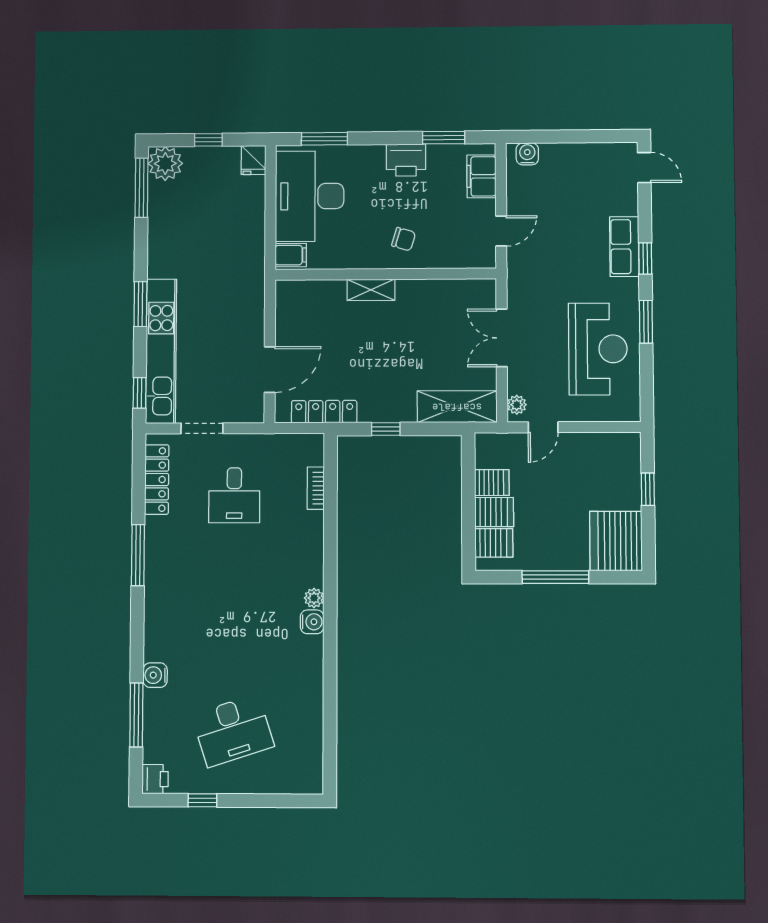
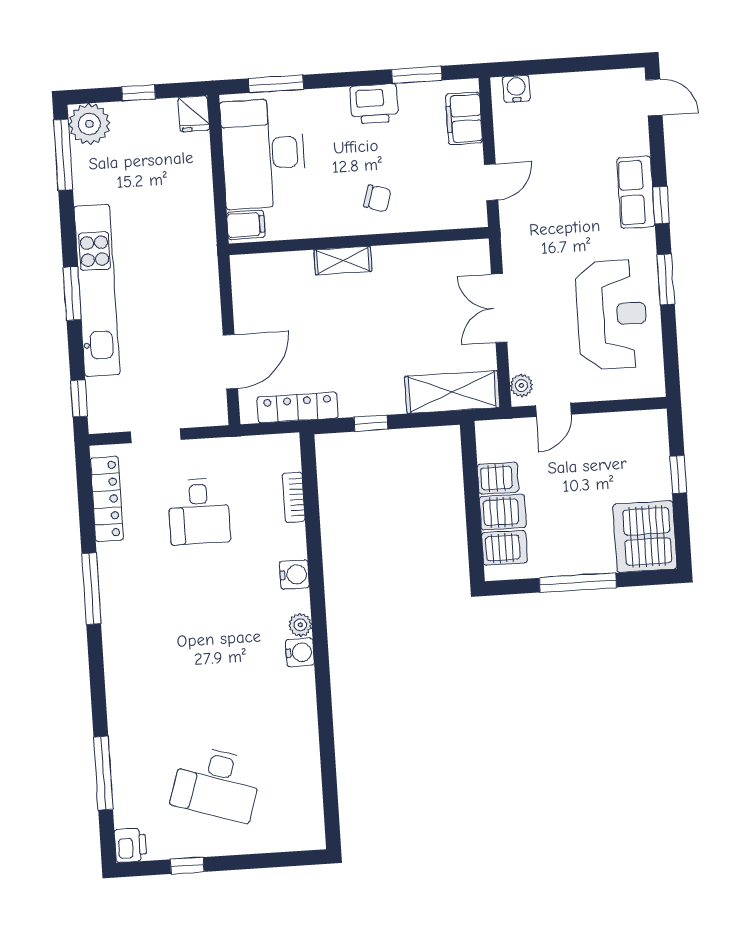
kitchen unit: (161, 351) -> (97, 290), moved
water cooler: (155, 675) -> (294, 574), moved, turned 180
desk: (233, 731) -> (217, 783), turned 36

